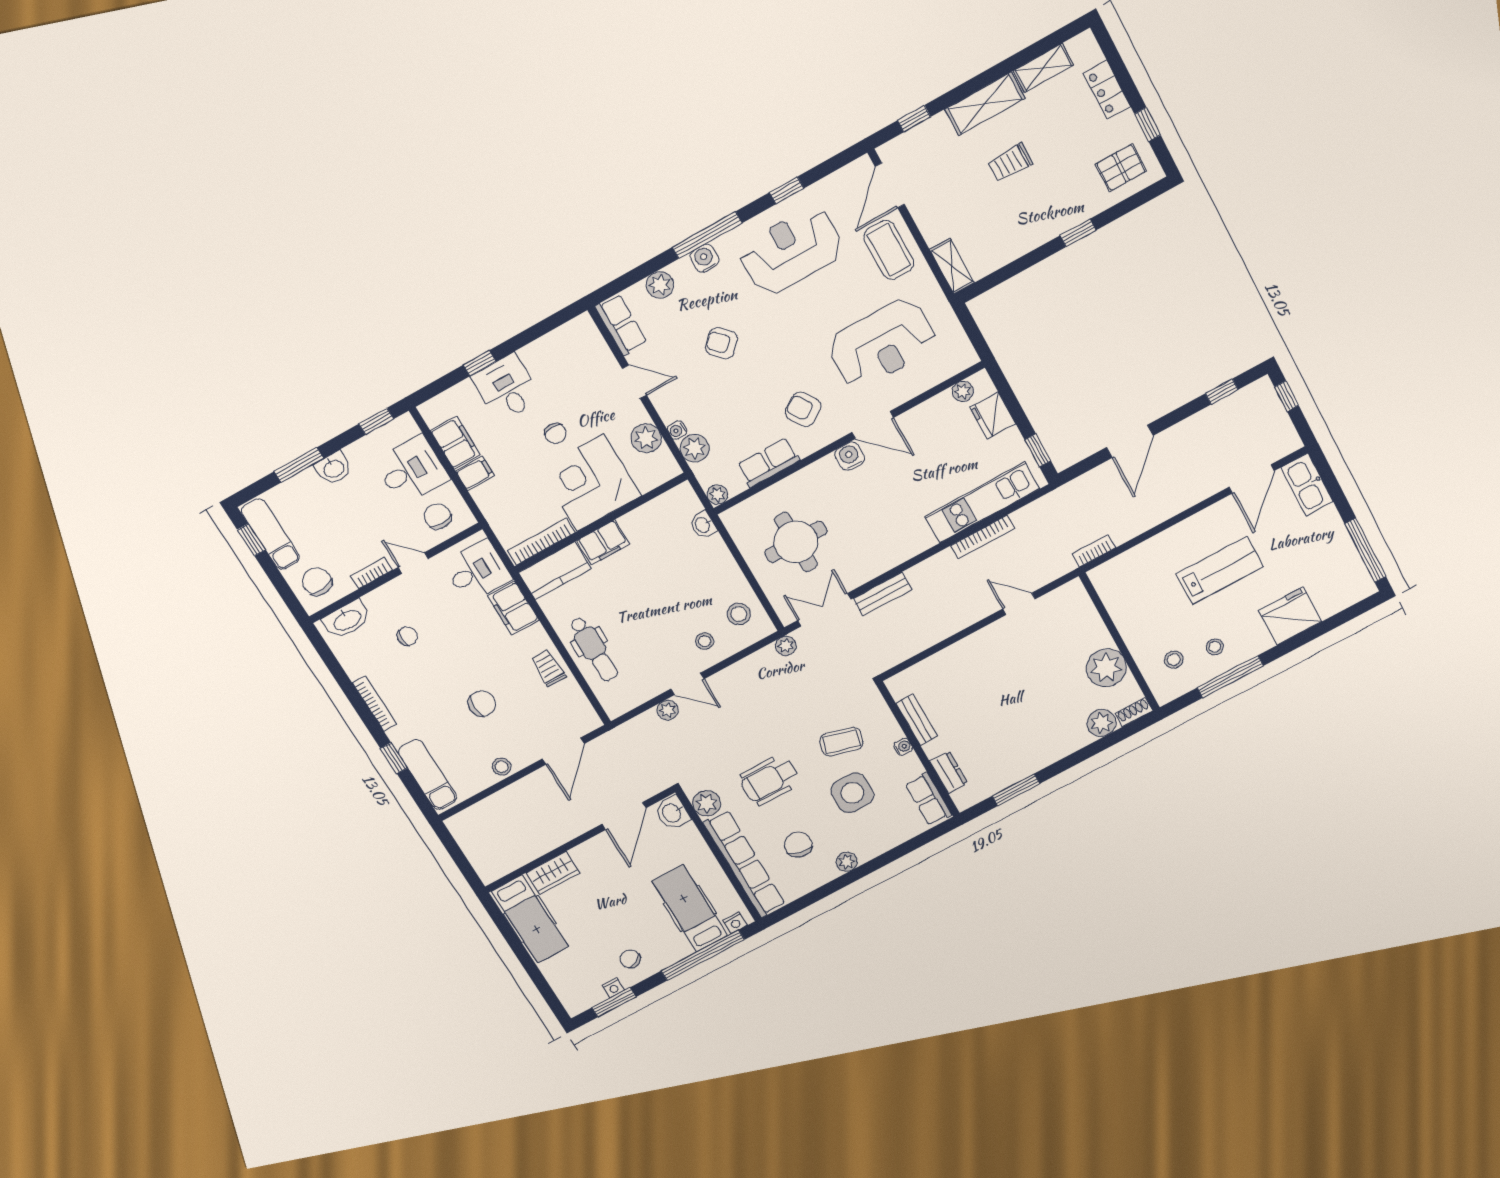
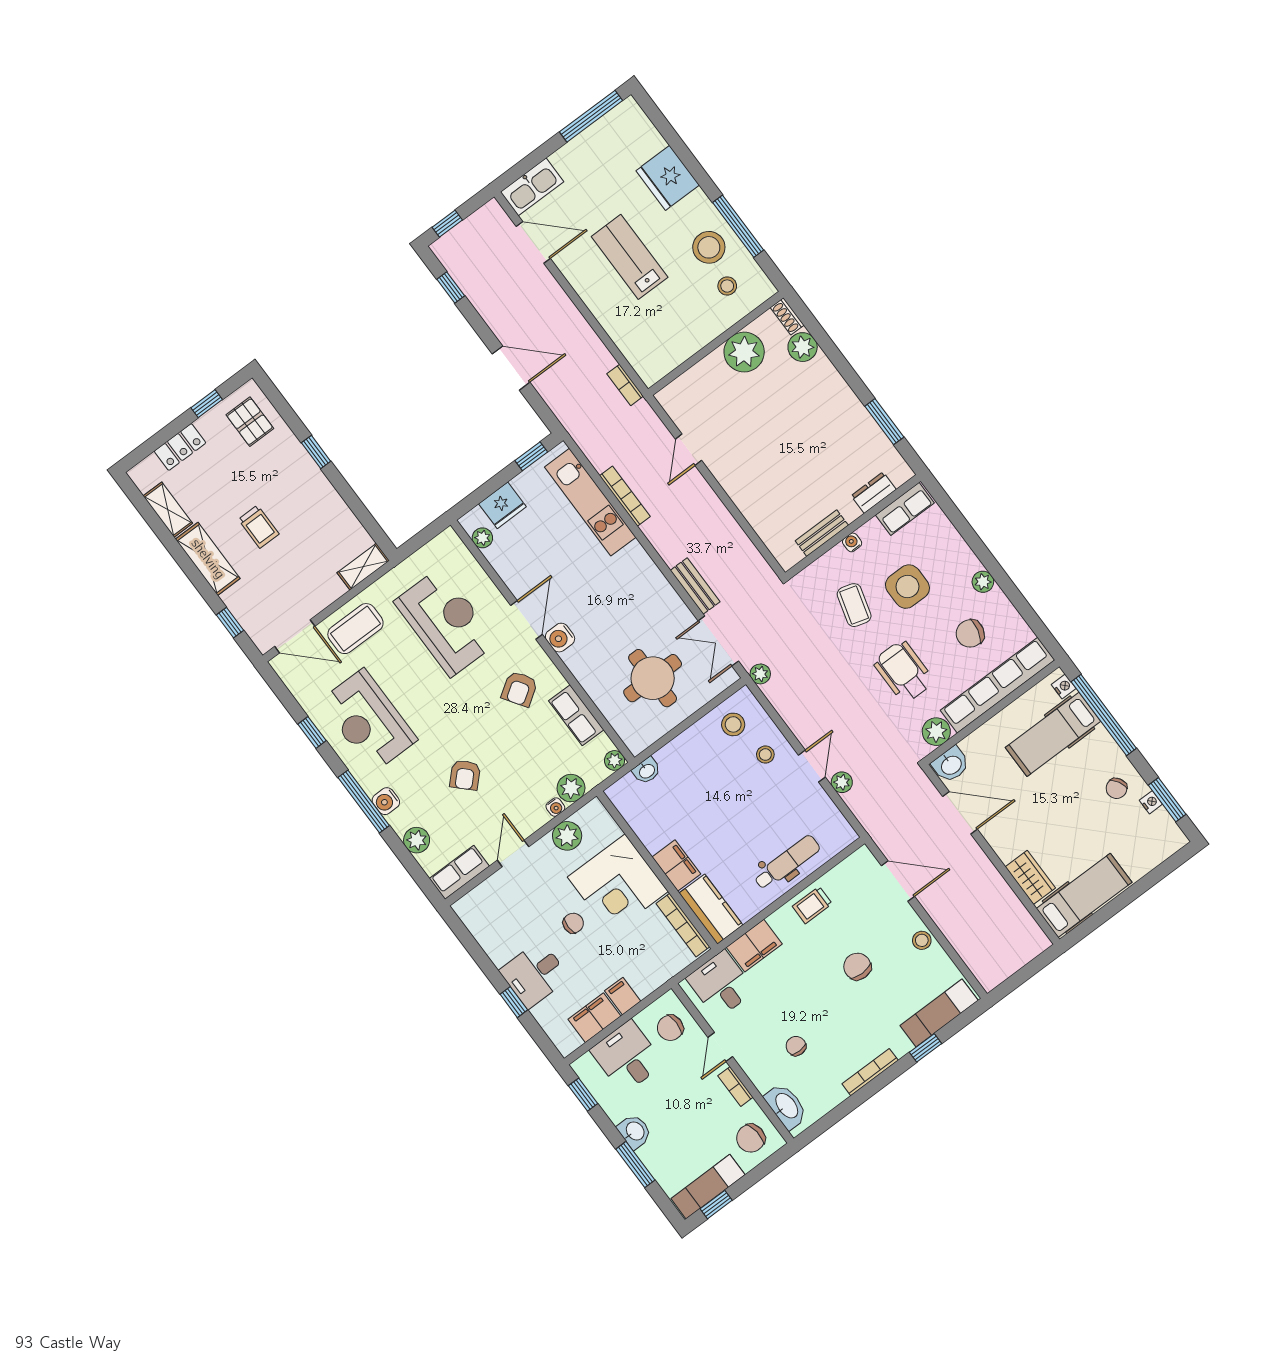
stool: (1215, 647) -> (709, 247), width x1.89, depth x1.89
wheelchair: (770, 780) -> (904, 671), turned 180

